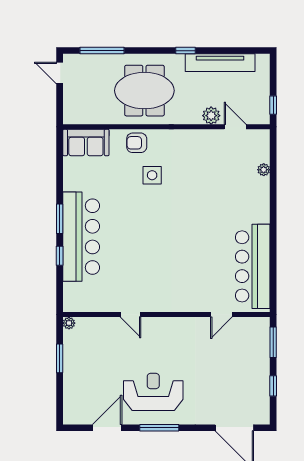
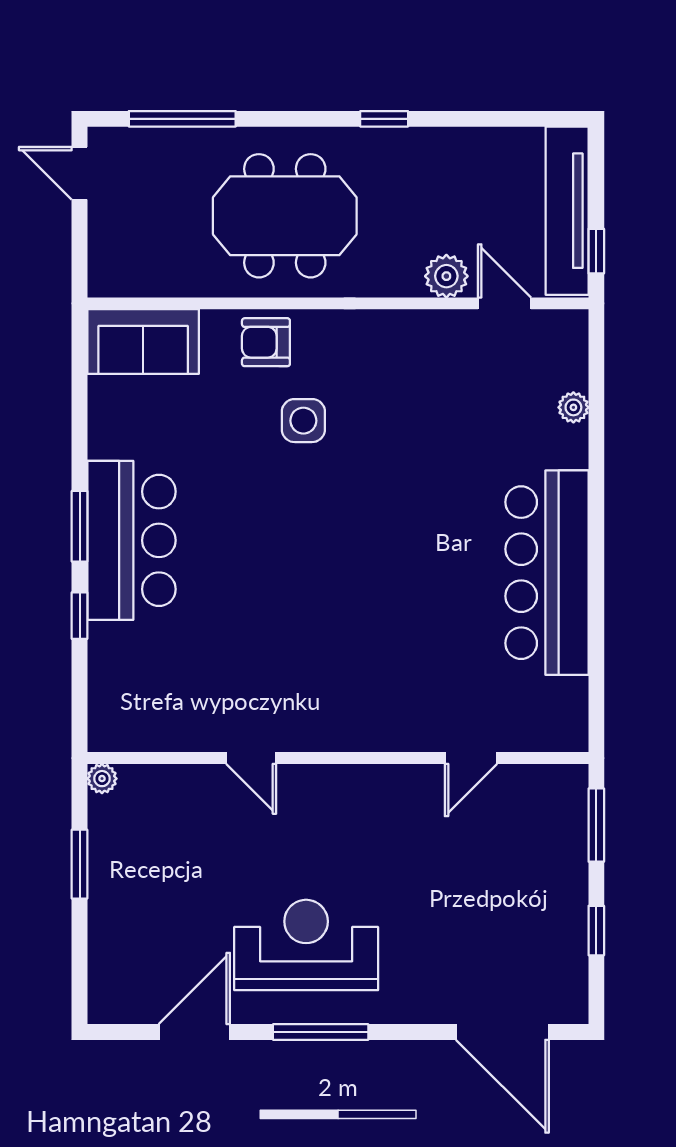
tv unit: (220, 63) -> (567, 211), moved, turned 90
bar counter: (81, 237) -> (131, 540), width x0.73
bar counter: (253, 266) -> (547, 573), moved

